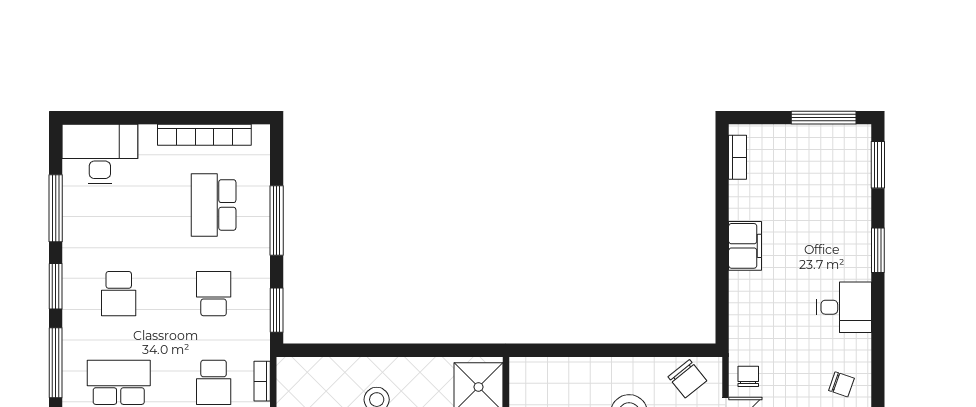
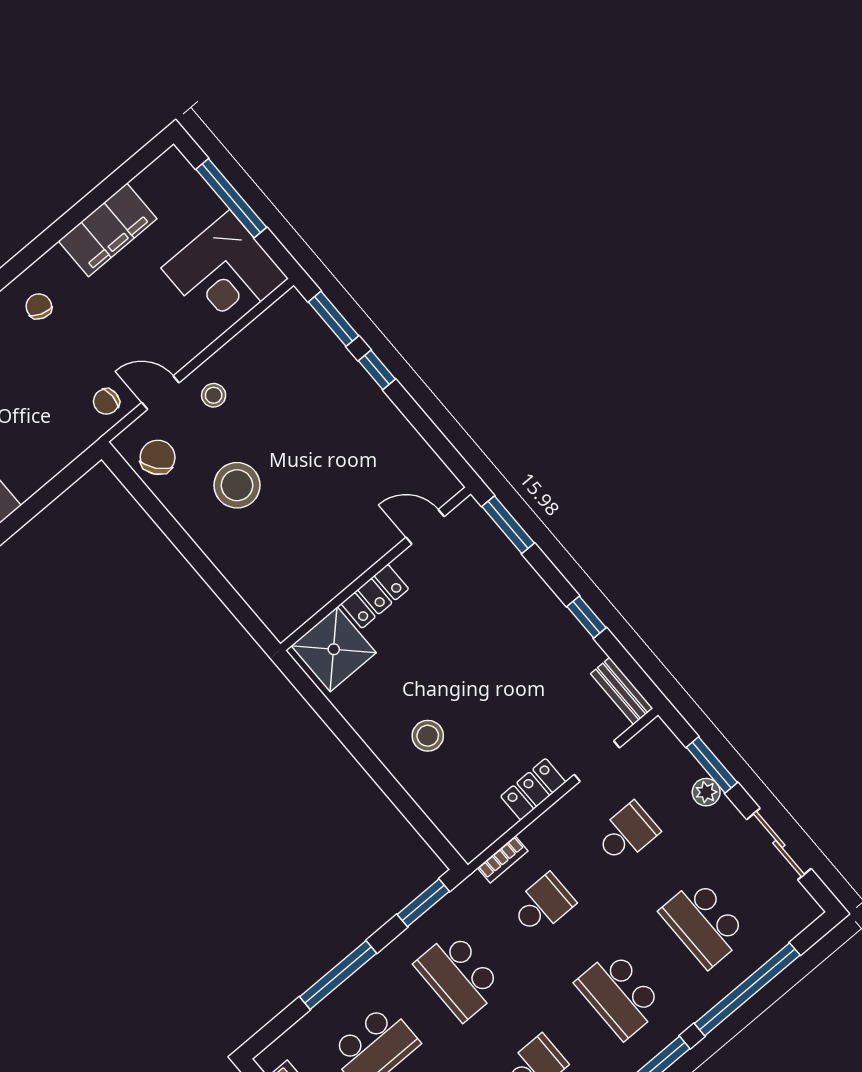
school desk: (214, 294) -> (459, 976), width x1.85

